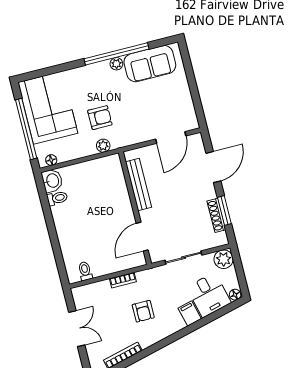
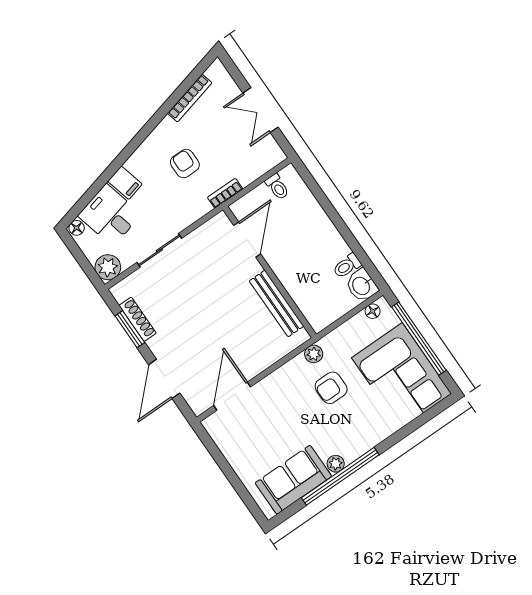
bench: (138, 185) -> (277, 303), moved
wall: (135, 208) -> (270, 272), moved
door: (142, 237) -> (247, 240), moved

